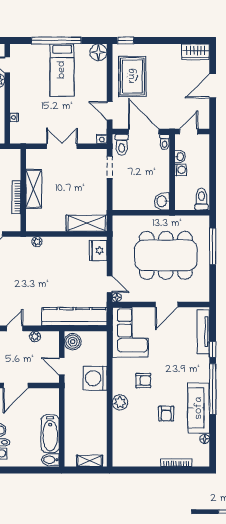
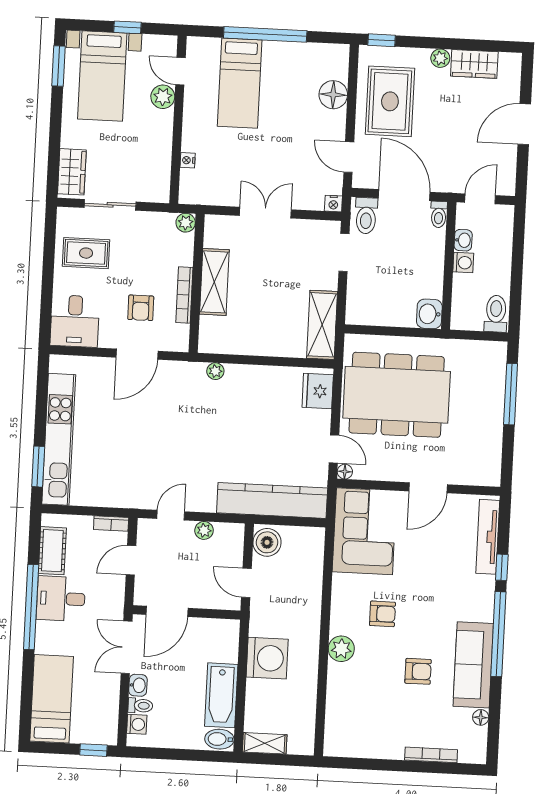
plant: (161, 49) -> (440, 58), added
floor lamp: (99, 52) -> (333, 95), moved
wardrobe: (196, 52) -> (474, 64), moved
bed: (62, 70) -> (240, 83), moved
plant: (15, 155) -> (186, 223), added
shelving: (87, 223) -> (322, 325), moved, turned 90
dining table: (166, 255) -> (397, 395), moved
washing machine: (95, 378) -> (267, 658), moved, turned 180
armchair: (166, 414) -> (418, 671), turned -90
shelving: (90, 461) -> (265, 743), moved

